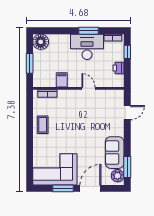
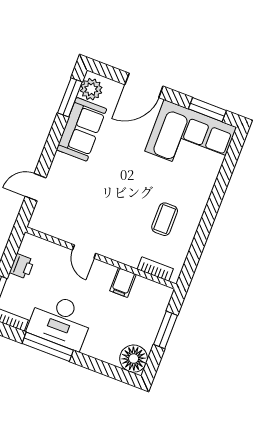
window: (88, 31) -> (48, 347), width x1.44
coffee table: (43, 125) -> (165, 219), moved
window: (63, 188) -> (207, 110), moved

